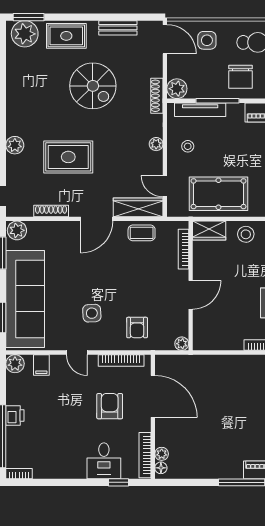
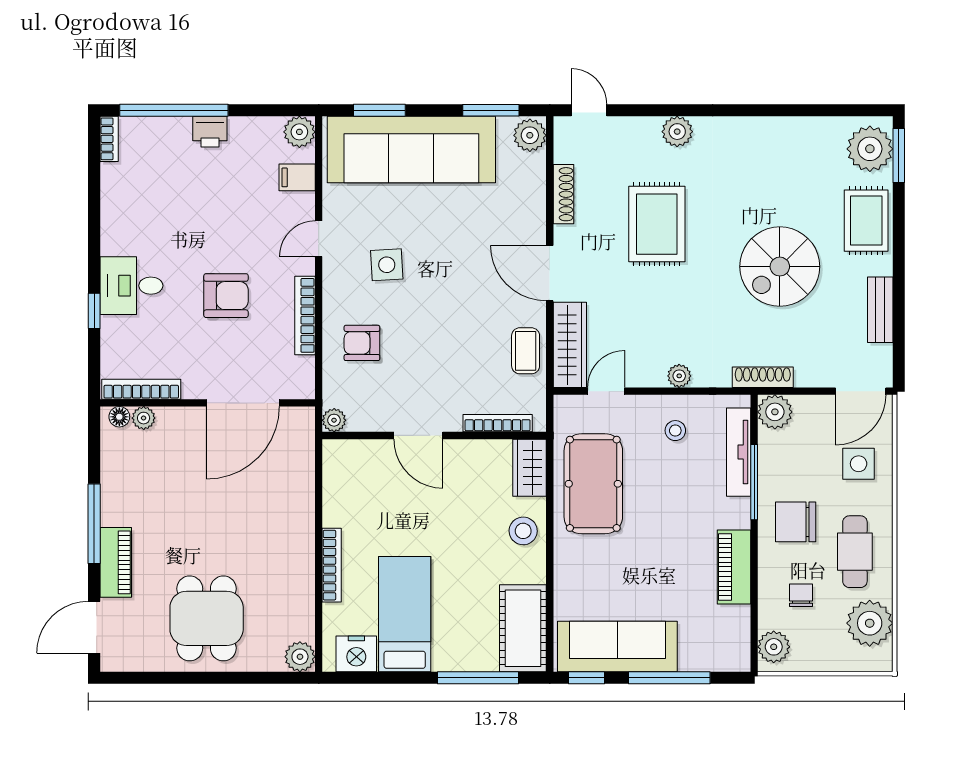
door: (153, 396) -> (243, 403), moved
wall: (153, 417) -> (208, 403), moved
plant: (162, 454) -> (144, 418), moved
bookcase: (145, 455) -> (141, 389), moved
floor lamp: (161, 468) -> (119, 417), moved

